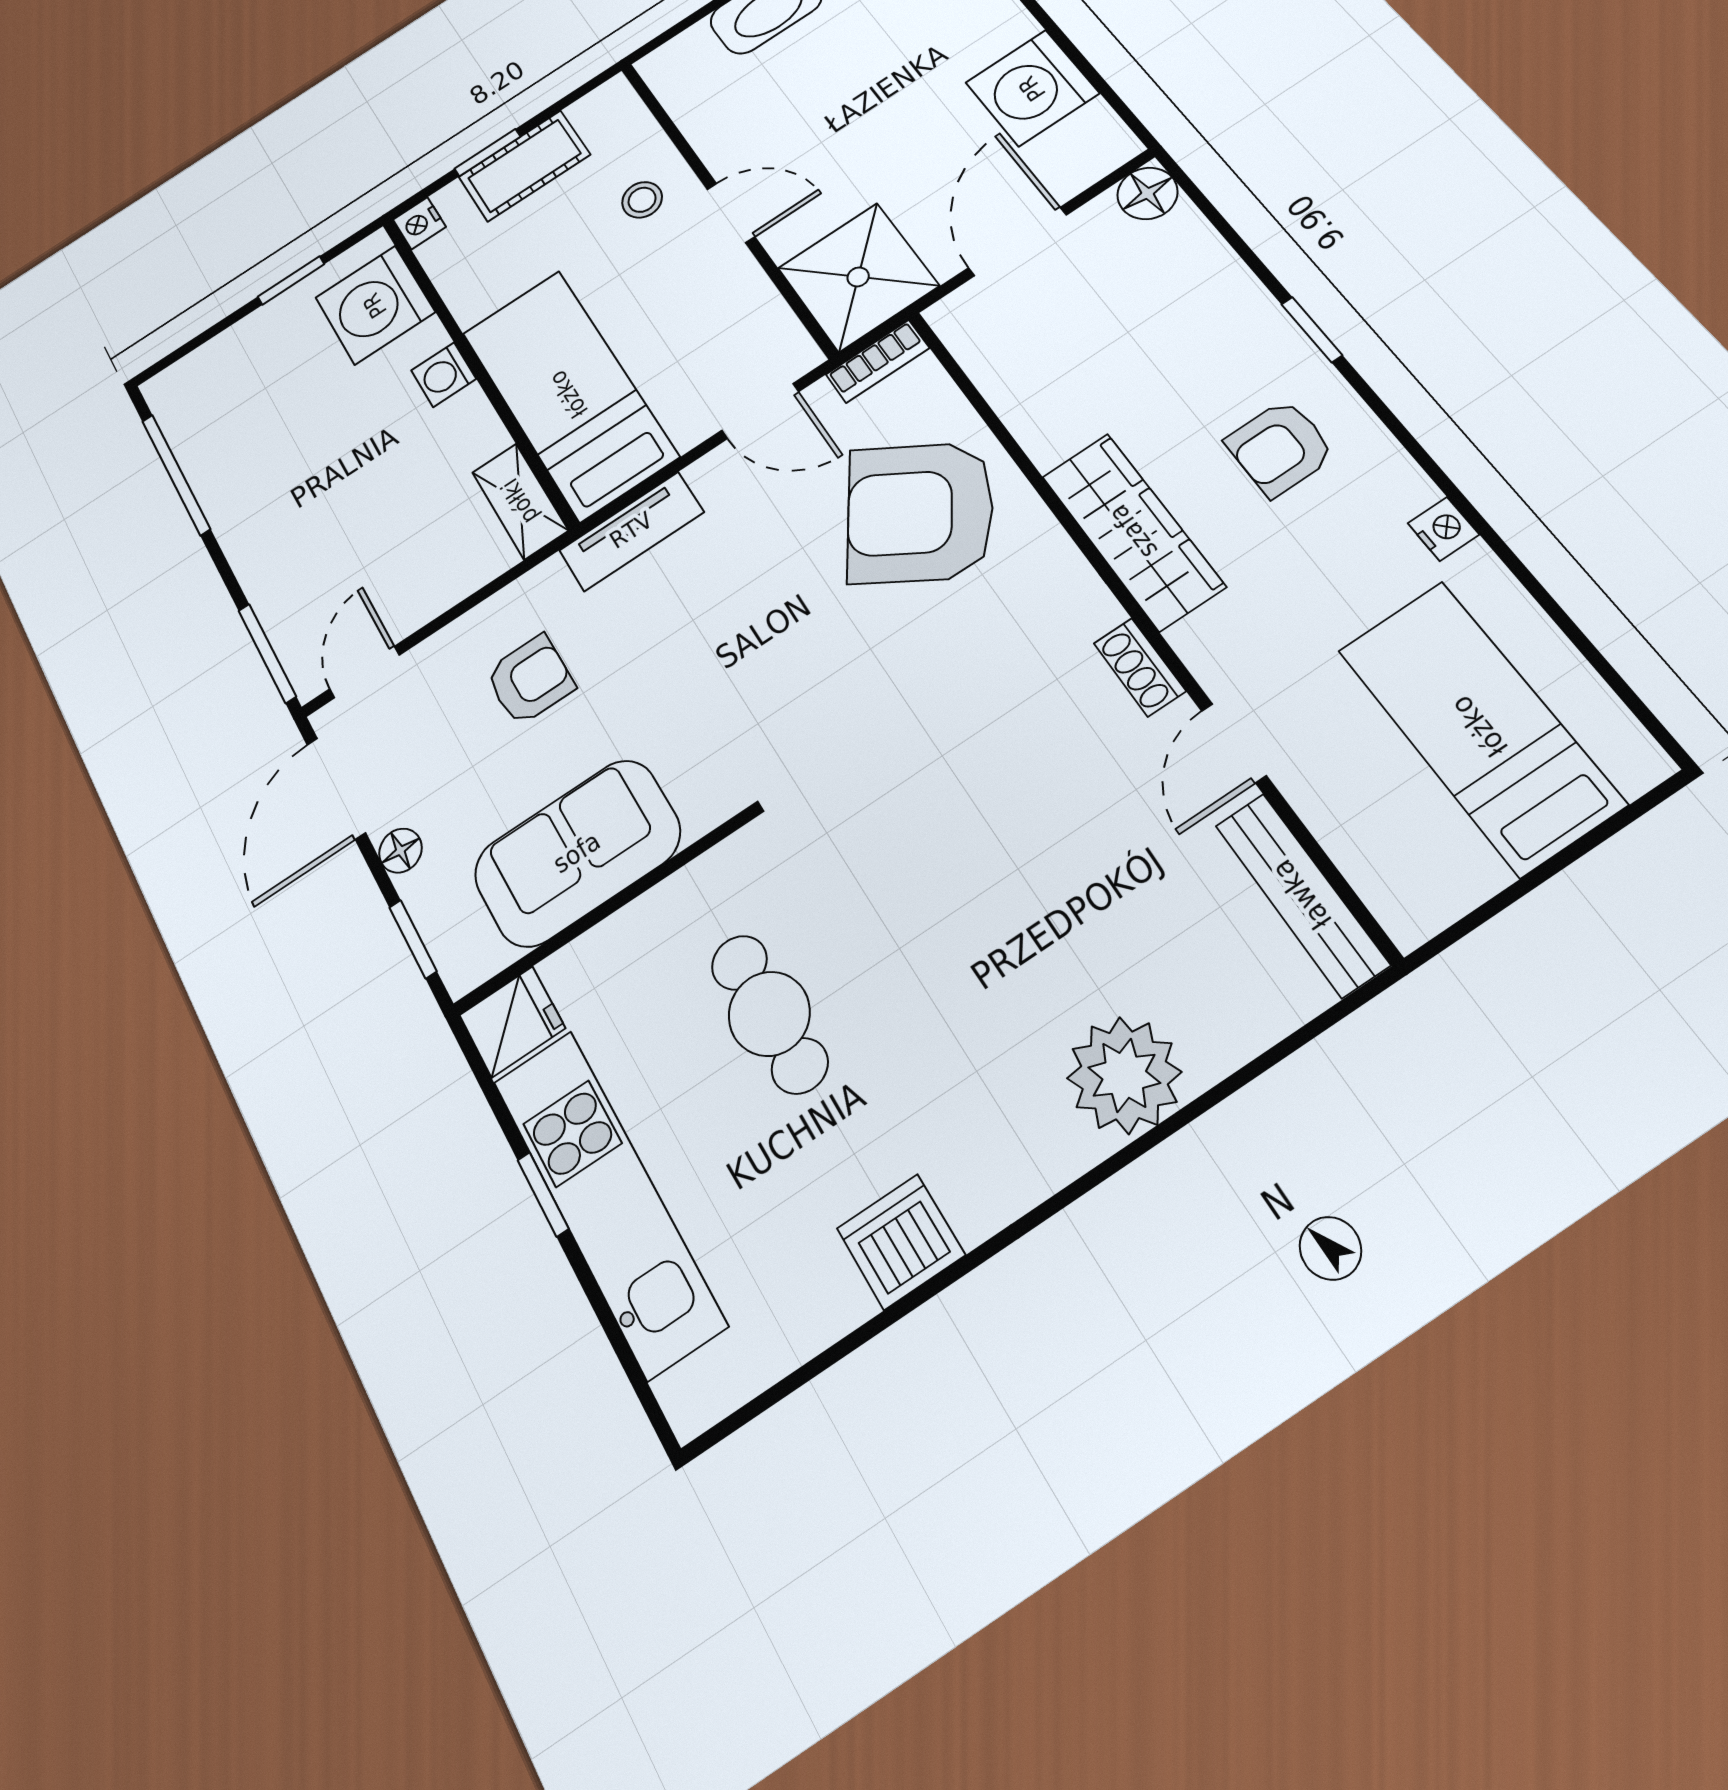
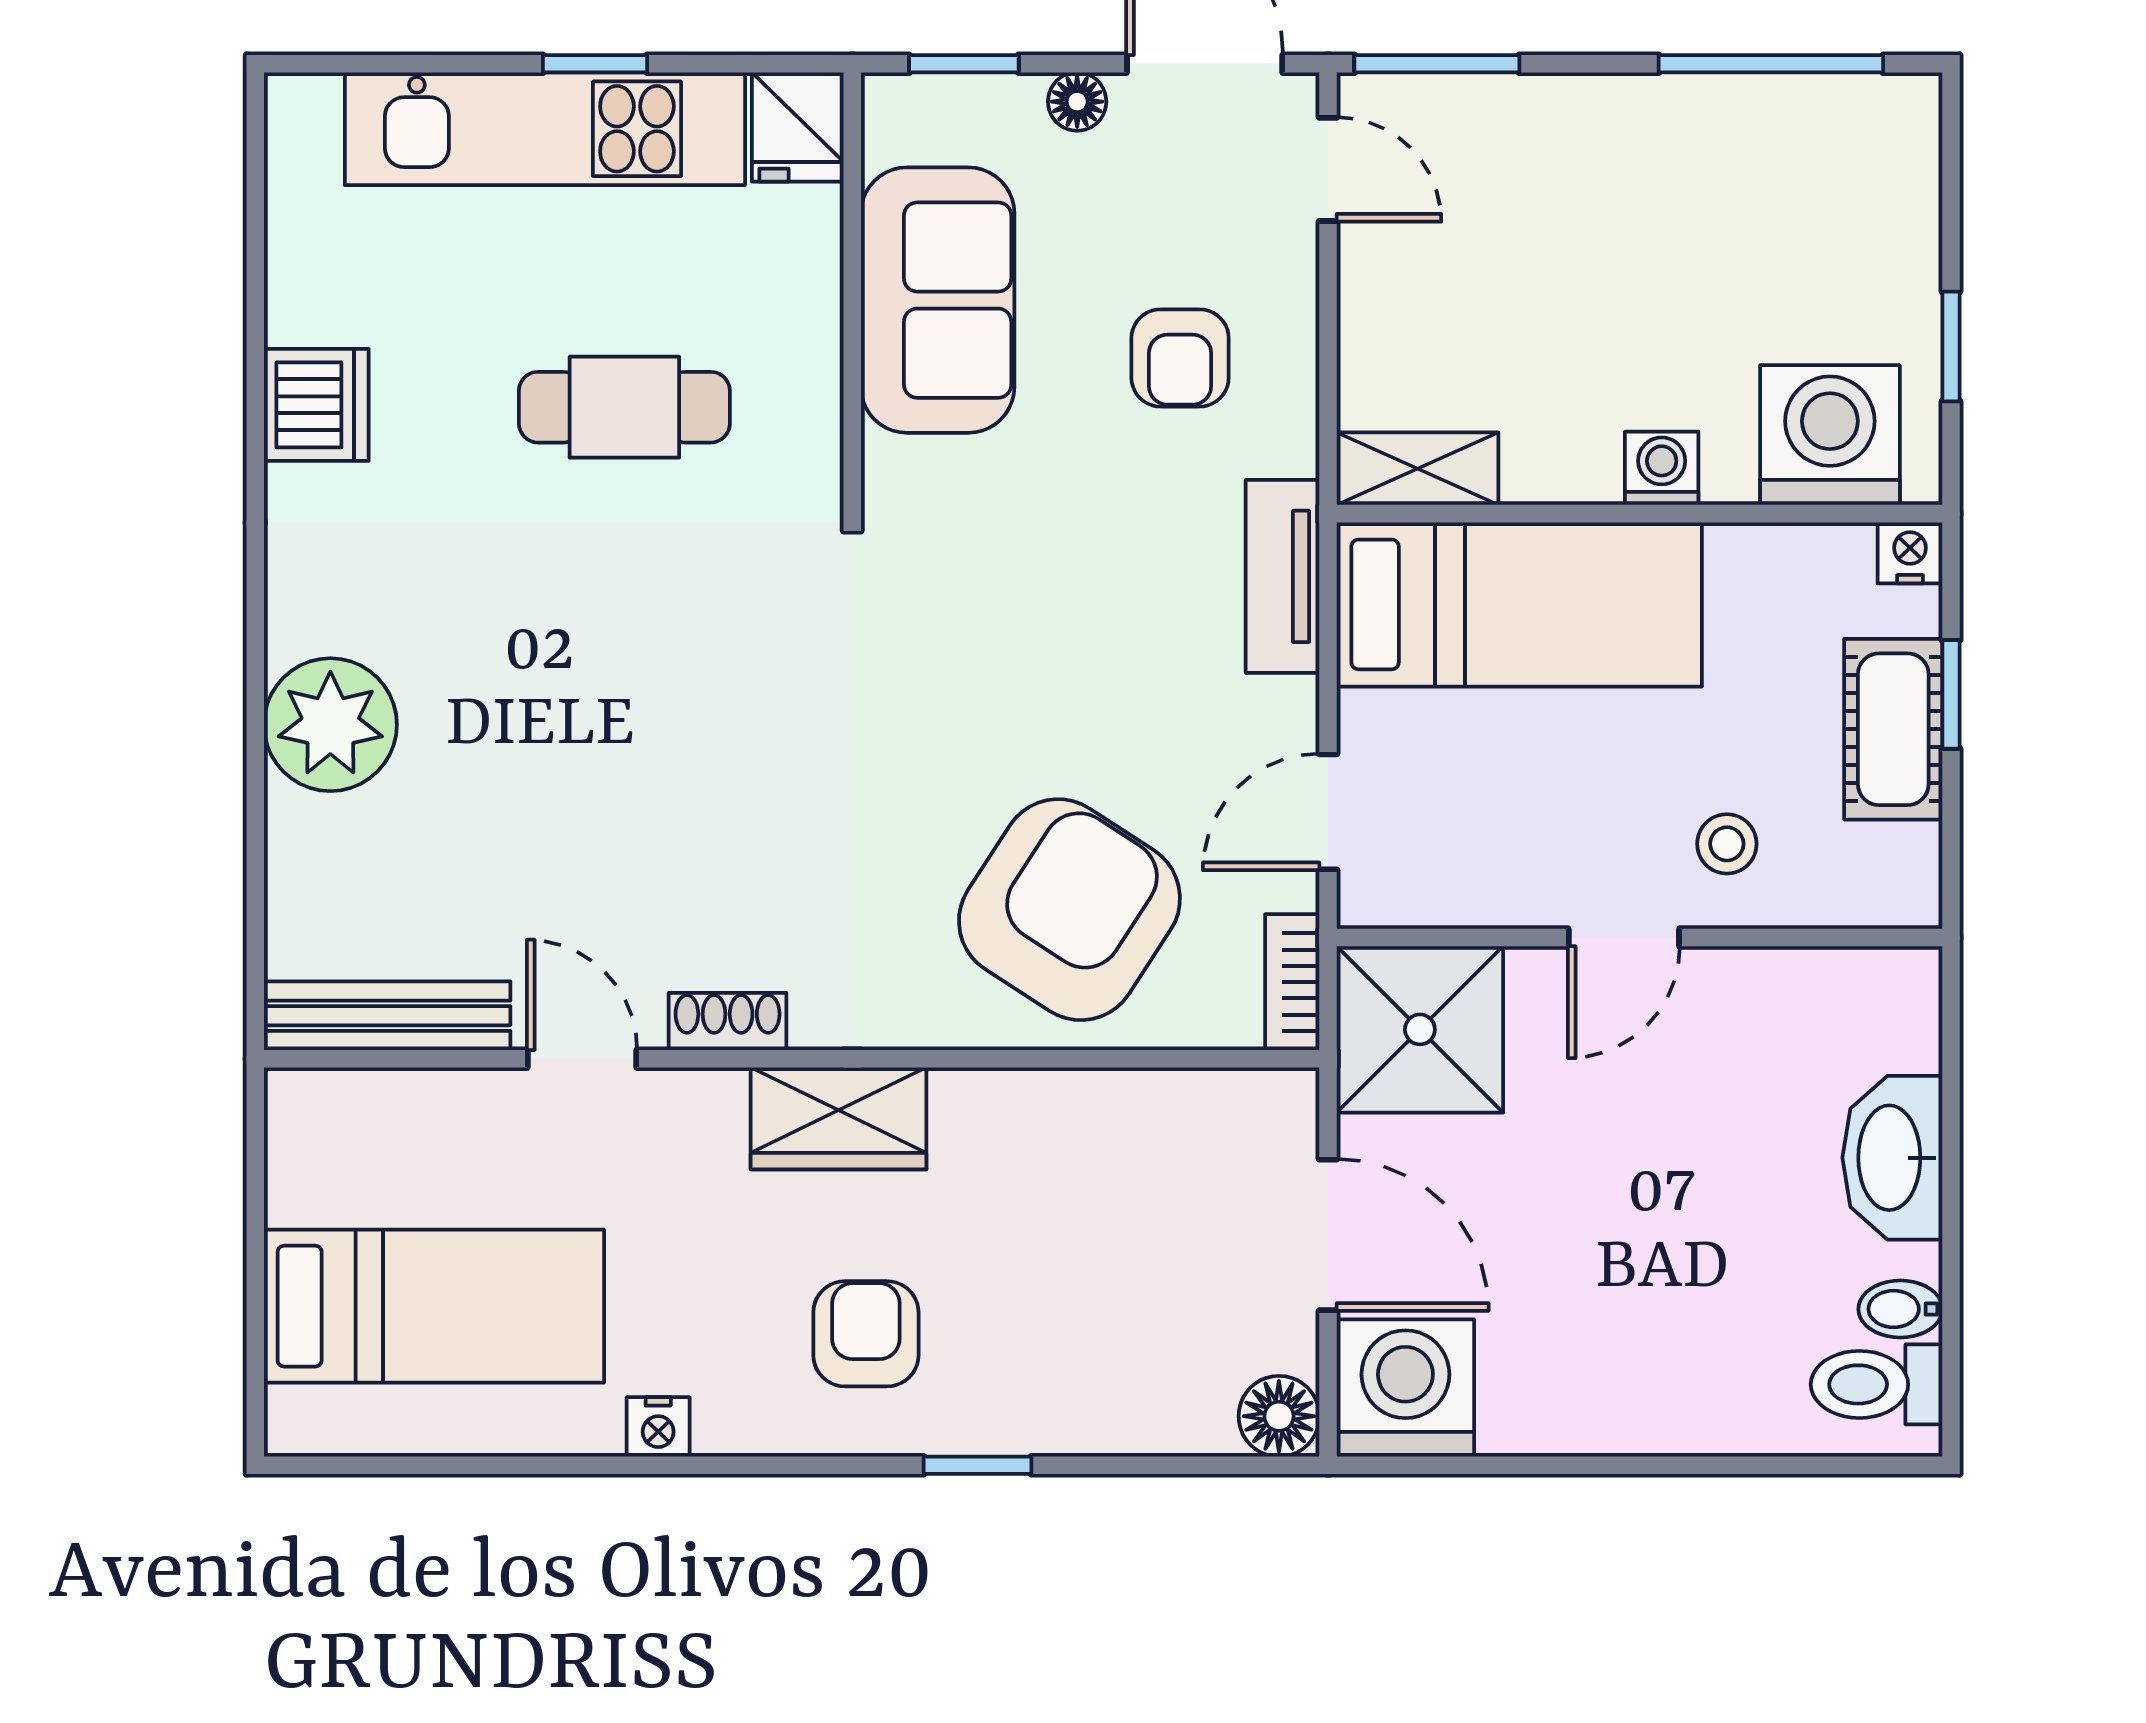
washing machine: (1032, 88) -> (1405, 1388), moved
wardrobe: (1133, 531) -> (839, 1118), width x0.67

